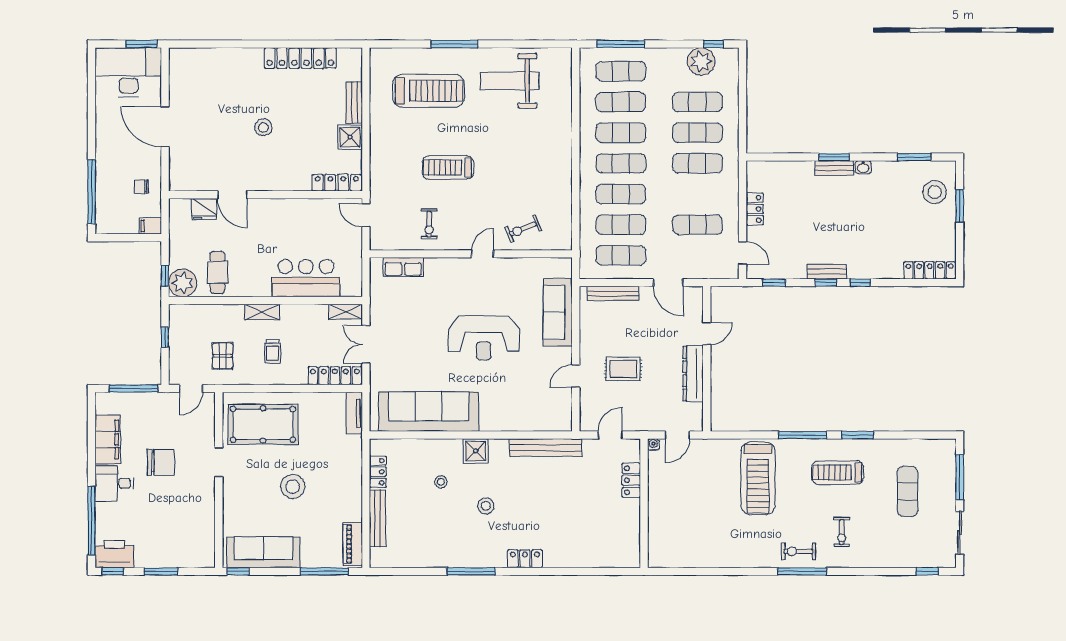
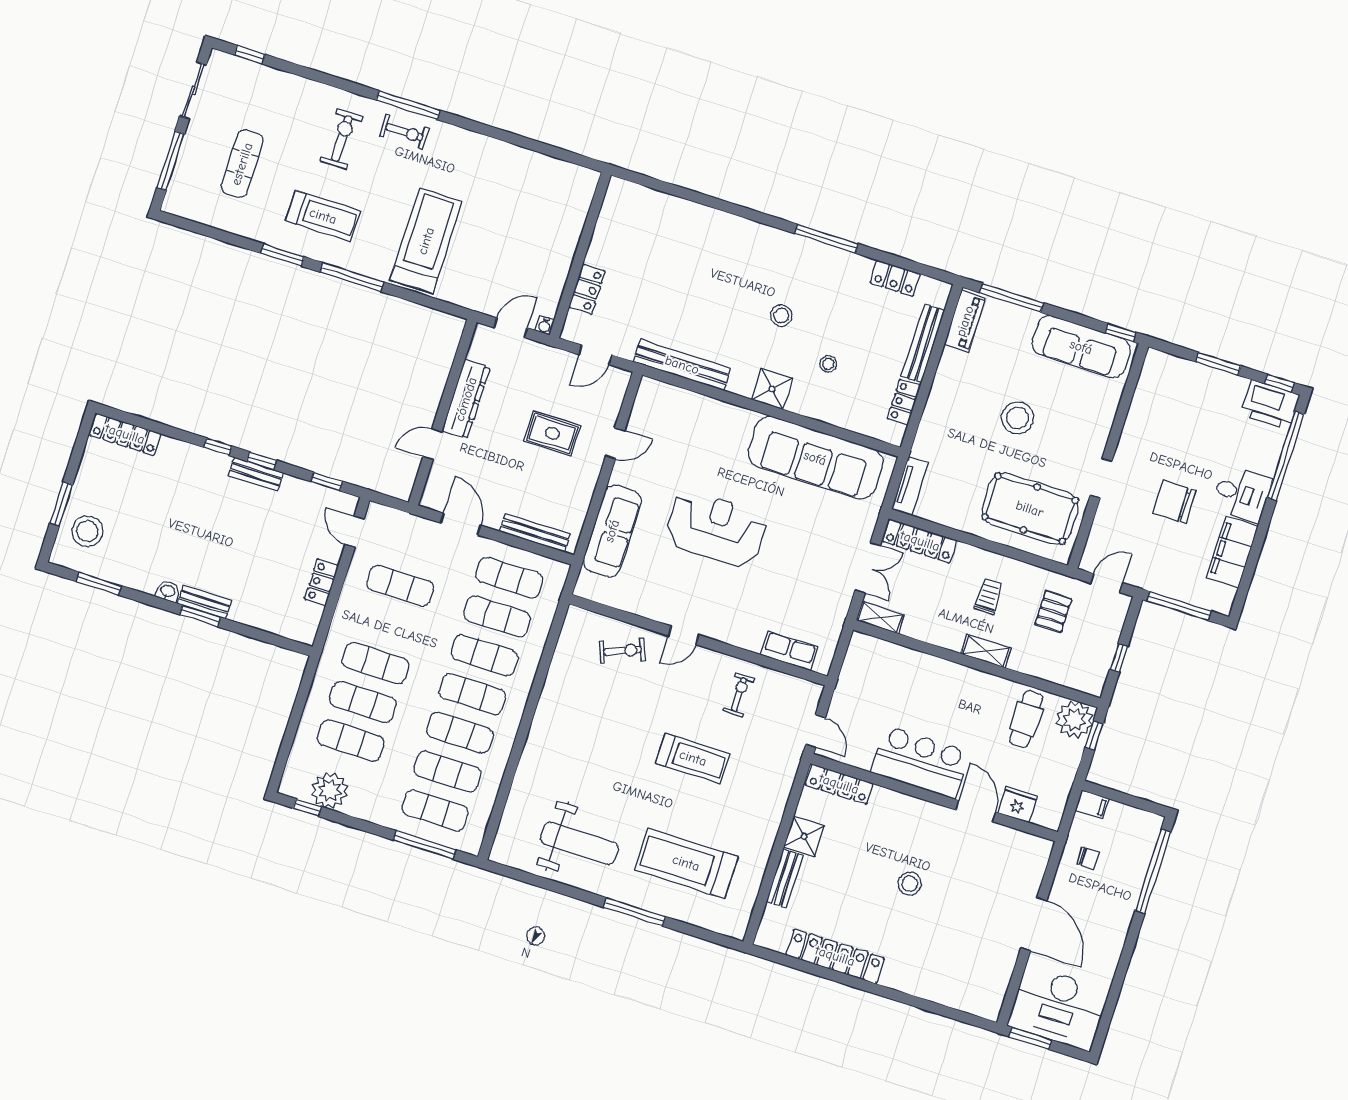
bar counter: (306, 278) -> (920, 762), moved, turned 180
exercise bike: (842, 532) -> (342, 139), width x1.38, depth x1.39
locker: (525, 559) -> (895, 278), moved

